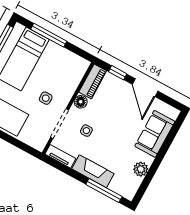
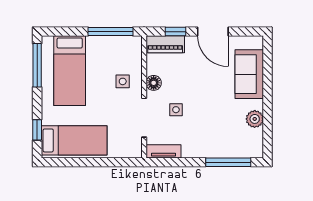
window: (49, 35) -> (110, 32), moved
piano: (93, 81) -> (165, 44), moved, turned 90
side table: (46, 98) -> (123, 81), moved
fireplace: (93, 171) -> (206, 148), removed

